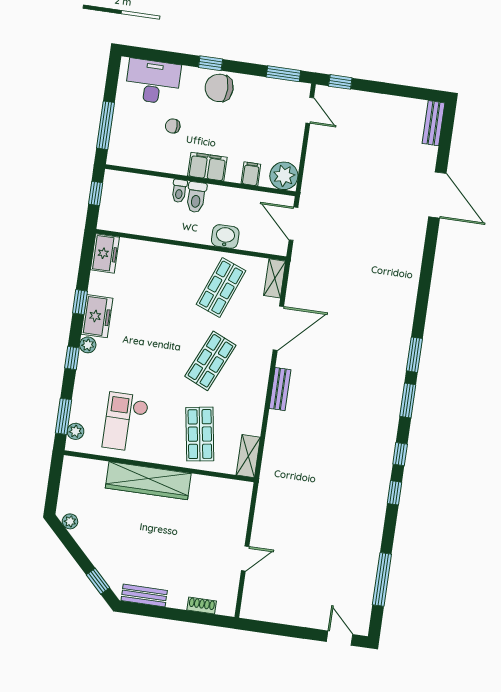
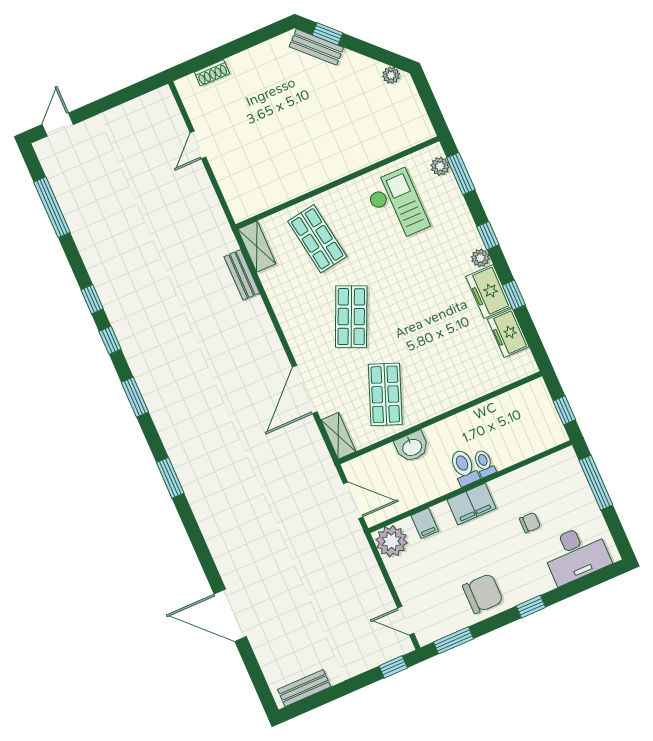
chair: (219, 88) -> (483, 594), moved
bench: (433, 123) -> (304, 688), moved, turned 90
freezer: (105, 253) -> (508, 333), moved
window: (414, 355) -> (170, 478), moved
bench: (280, 389) -> (242, 275), moved
wardrobe: (148, 481) -> (339, 162), removed
bench: (144, 595) -> (316, 47), moved, turned 45
door: (340, 638) -> (58, 124), swing flipped

